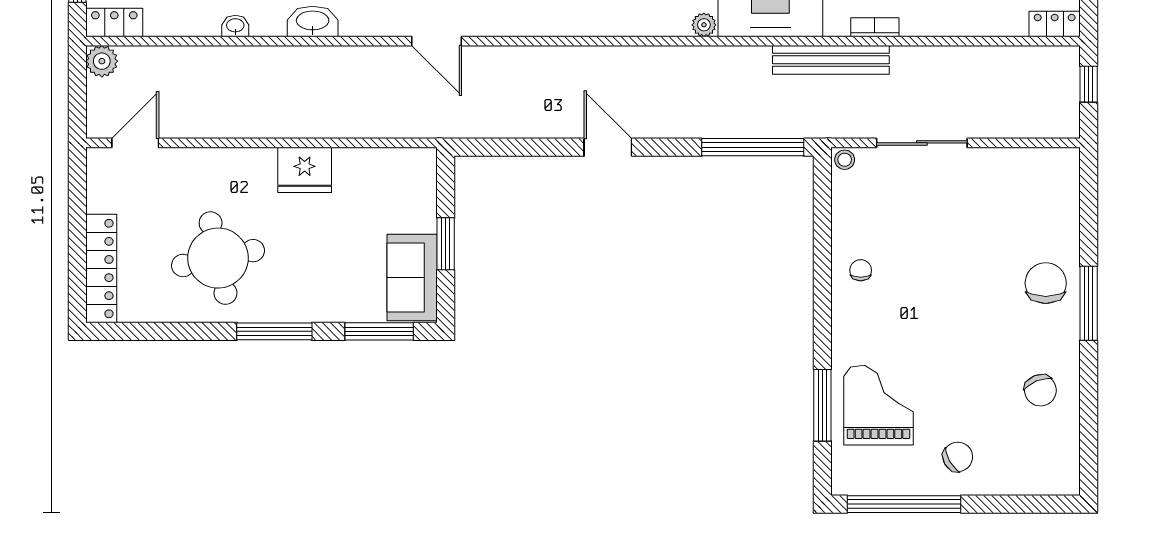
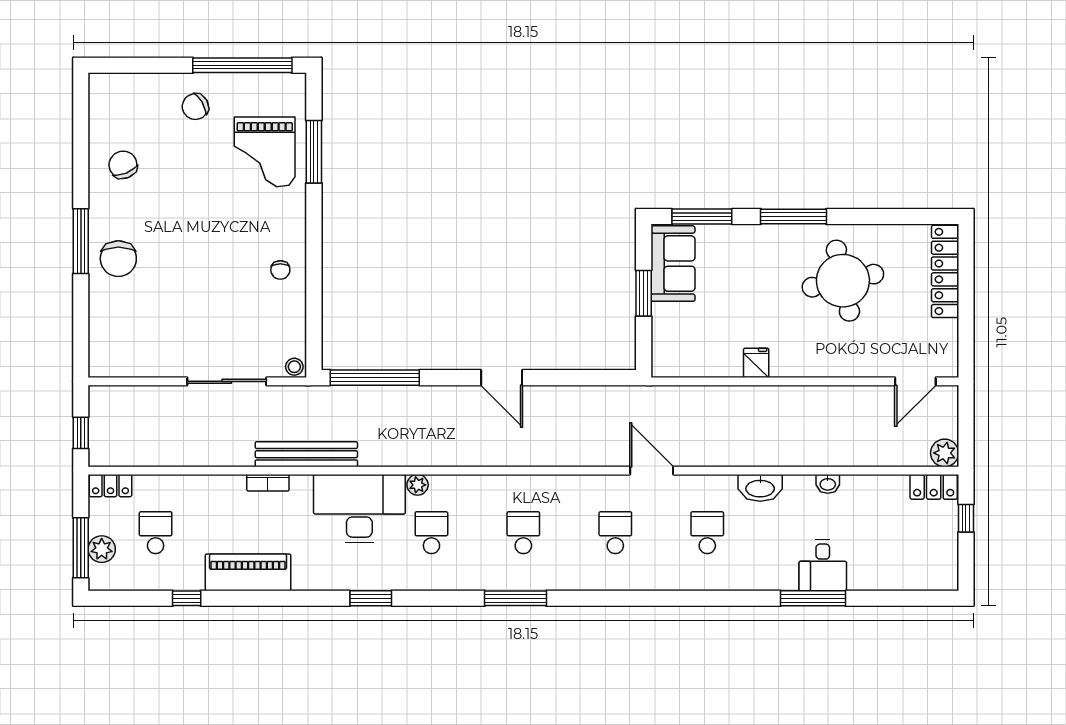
fridge: (305, 170) -> (756, 363), width x0.53, depth x0.75

